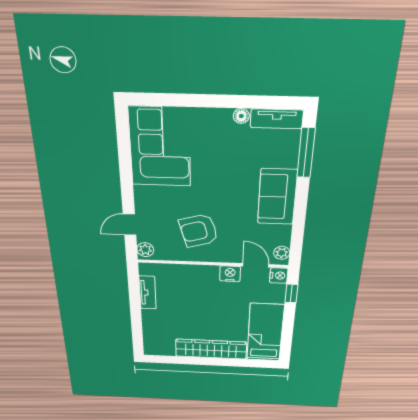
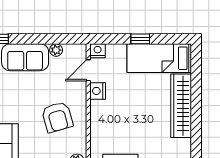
plant: (282, 253) -> (56, 50), moved
window: (291, 293) -> (140, 39), moved

